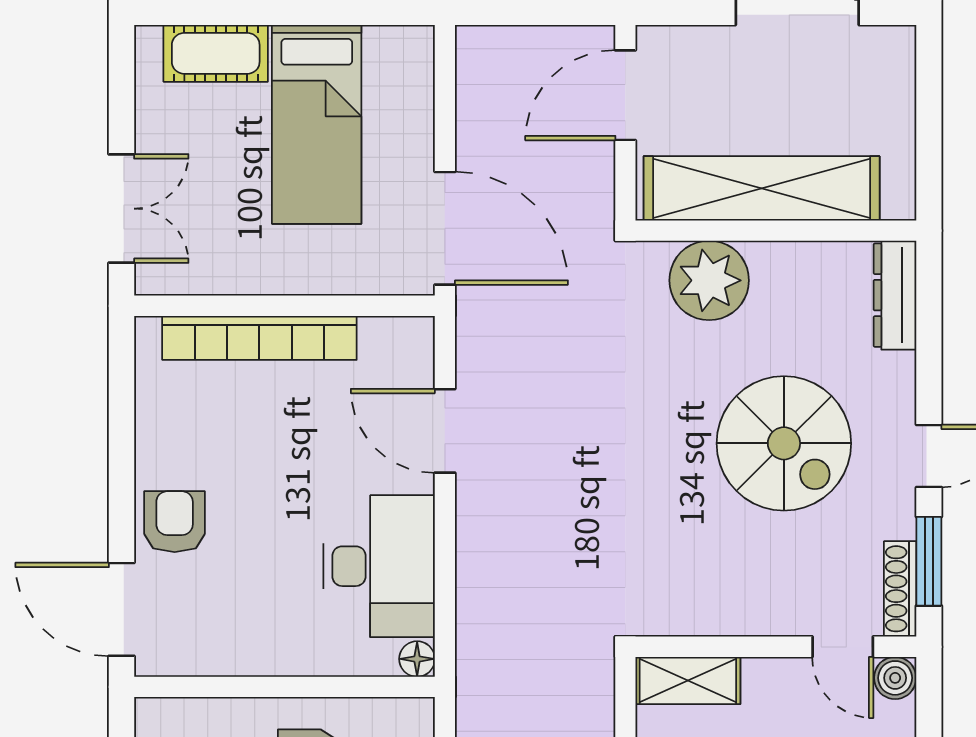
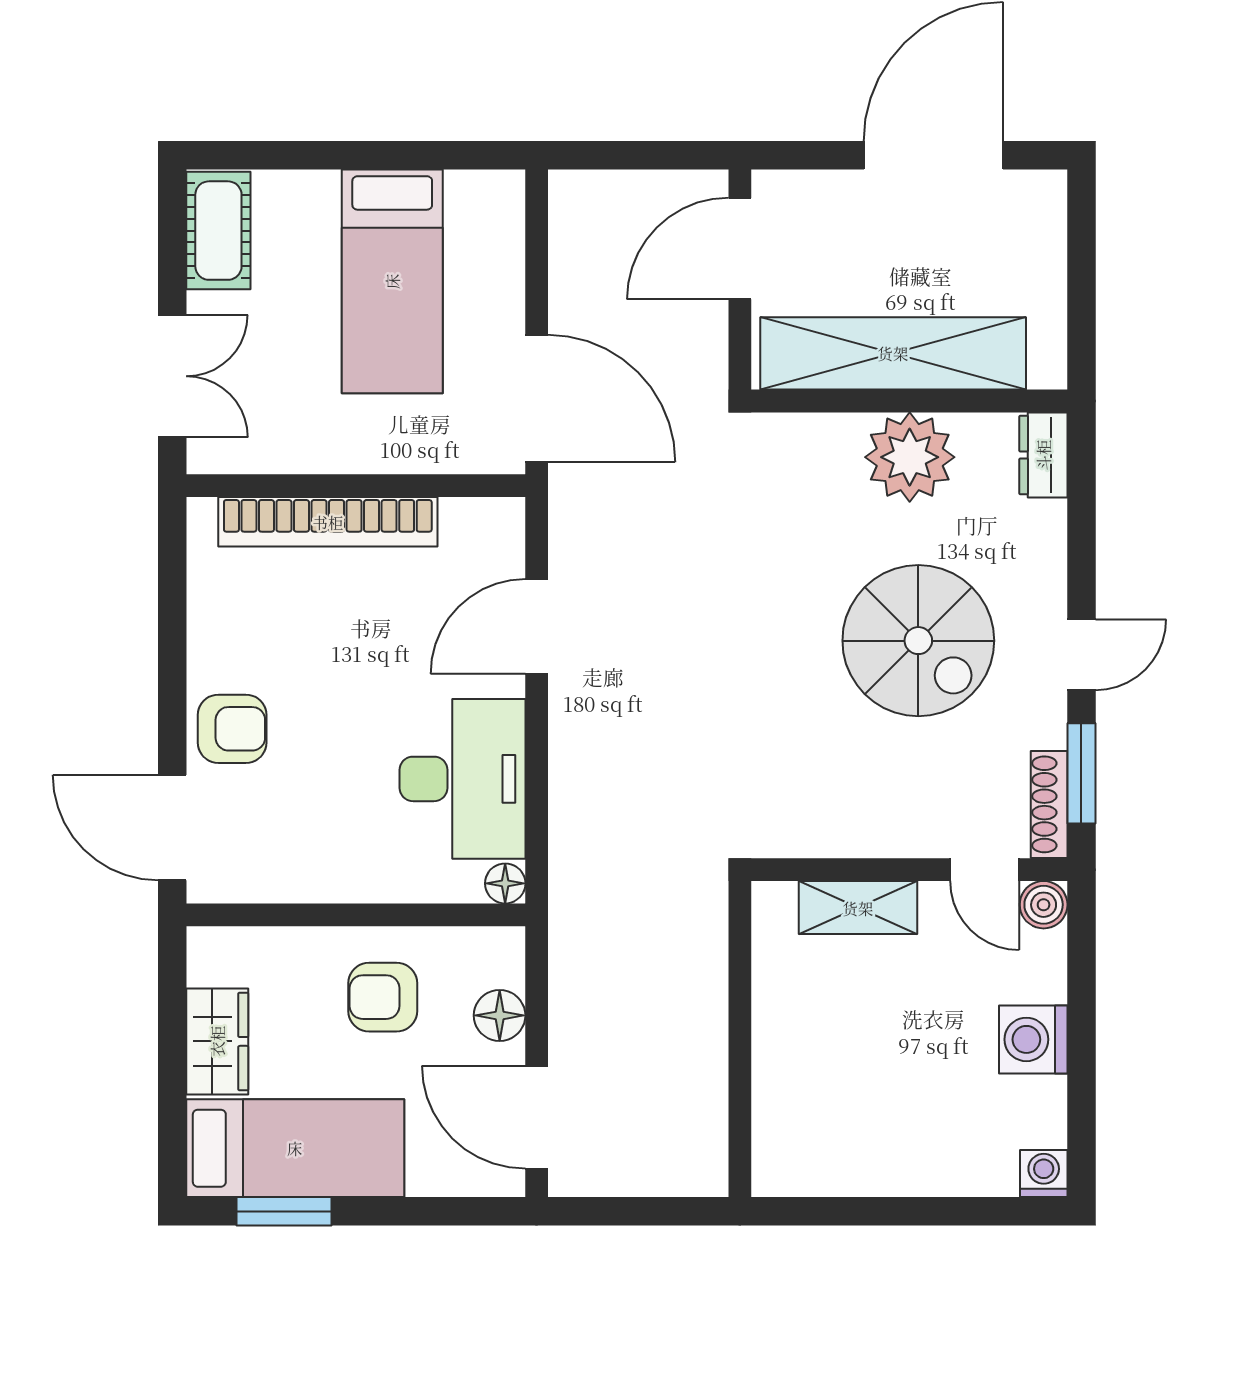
cot: (216, 53) -> (218, 231), moved, turned 90
plant: (709, 280) -> (910, 457), moved
dresser: (895, 295) -> (1043, 455), width x0.70
door: (445, 431) -> (537, 627), hinge flipped
armchair: (175, 522) -> (232, 729), turned 90
shelving: (688, 680) -> (858, 908), moved

